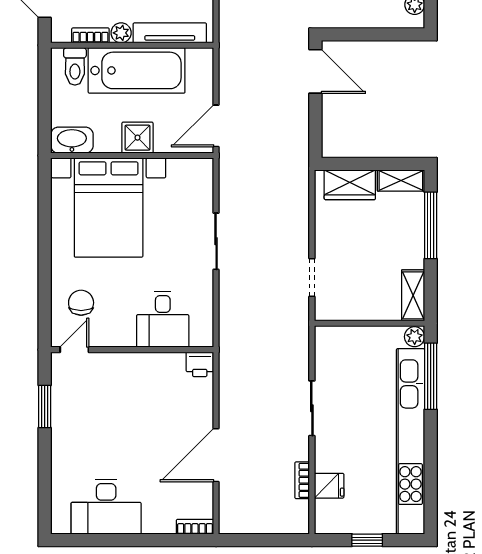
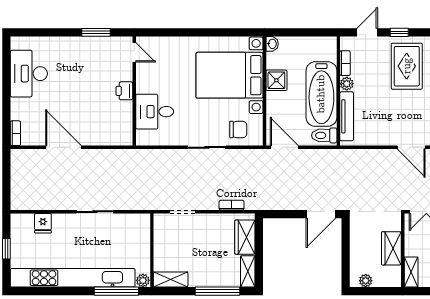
toilet: (75, 66) -> (324, 135), moved
shower: (137, 138) -> (276, 80), moved
washbasin: (72, 140) -> (272, 44), width x0.52, depth x0.69
chair: (81, 303) -> (238, 129), moved
printer: (200, 364) -> (124, 91), moved
bookcase: (302, 480) -> (231, 205), moved

